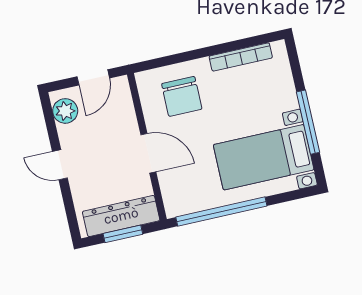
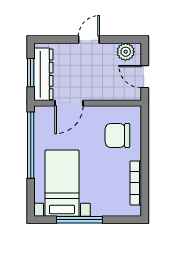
door: (148, 153) -> (69, 103), moved

